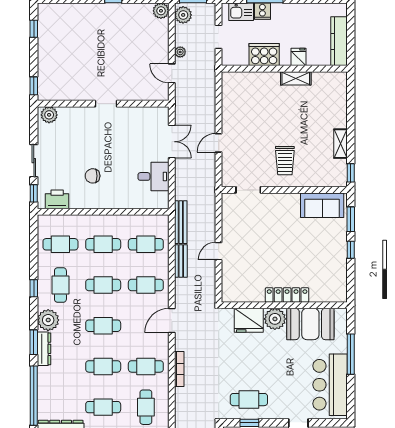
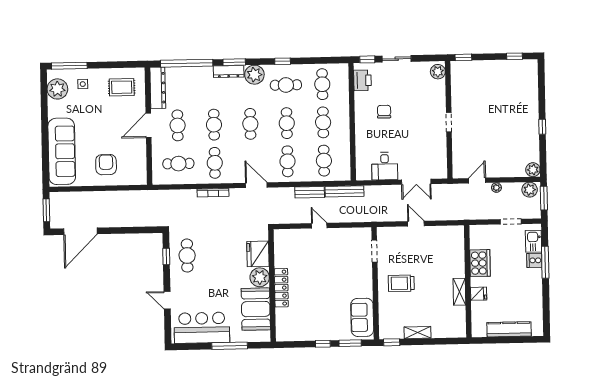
cooker: (264, 55) -> (480, 263), moved
fridge: (298, 57) -> (479, 294), moved
wall: (284, 69) -> (468, 281), moved
shelving: (296, 78) -> (459, 292), moved

